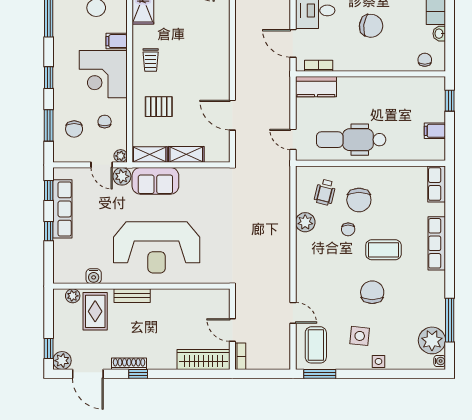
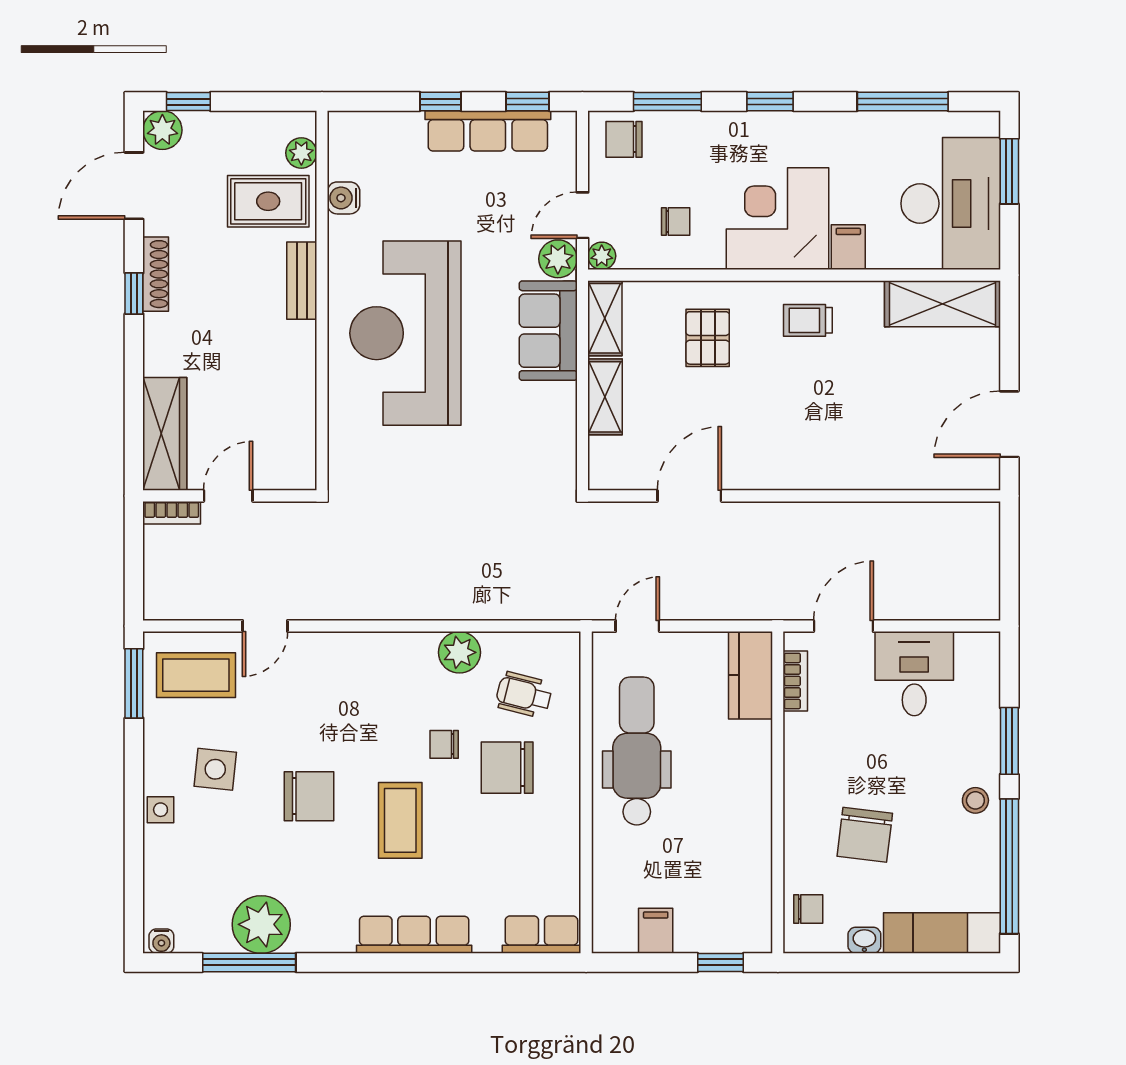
chair: (371, 26) -> (865, 835), moved
chair: (74, 129) -> (624, 139), moved
plant: (432, 340) -> (261, 924), moved

